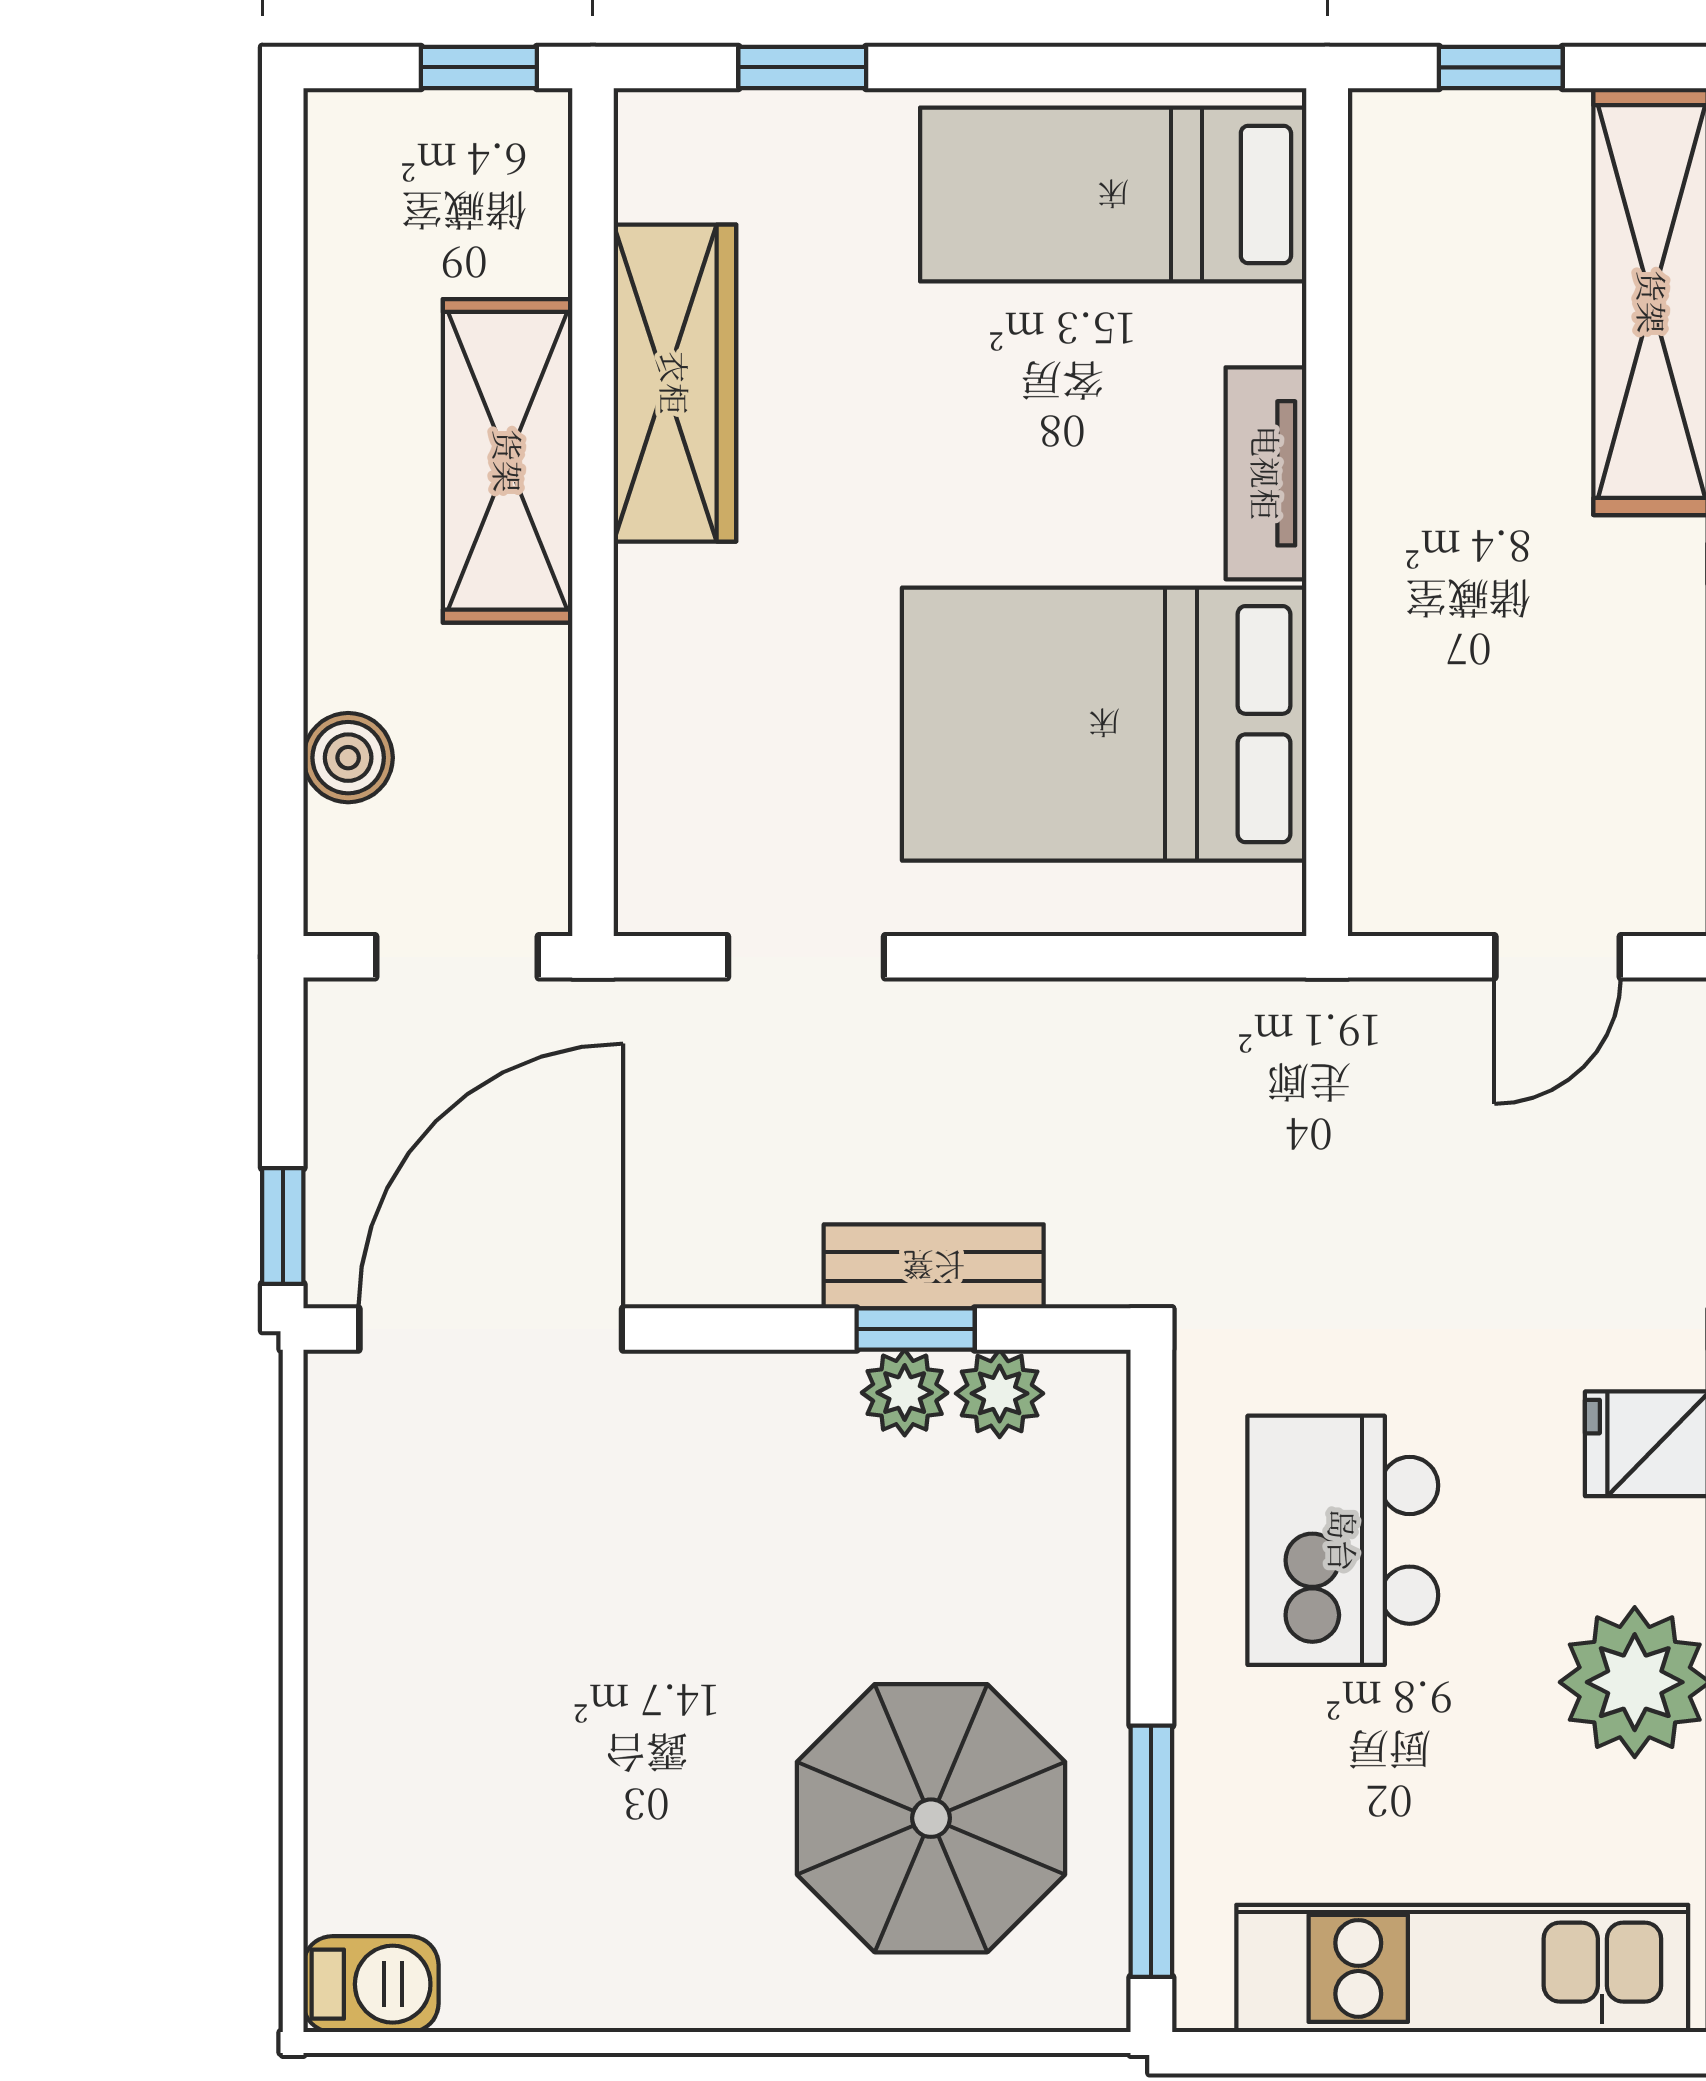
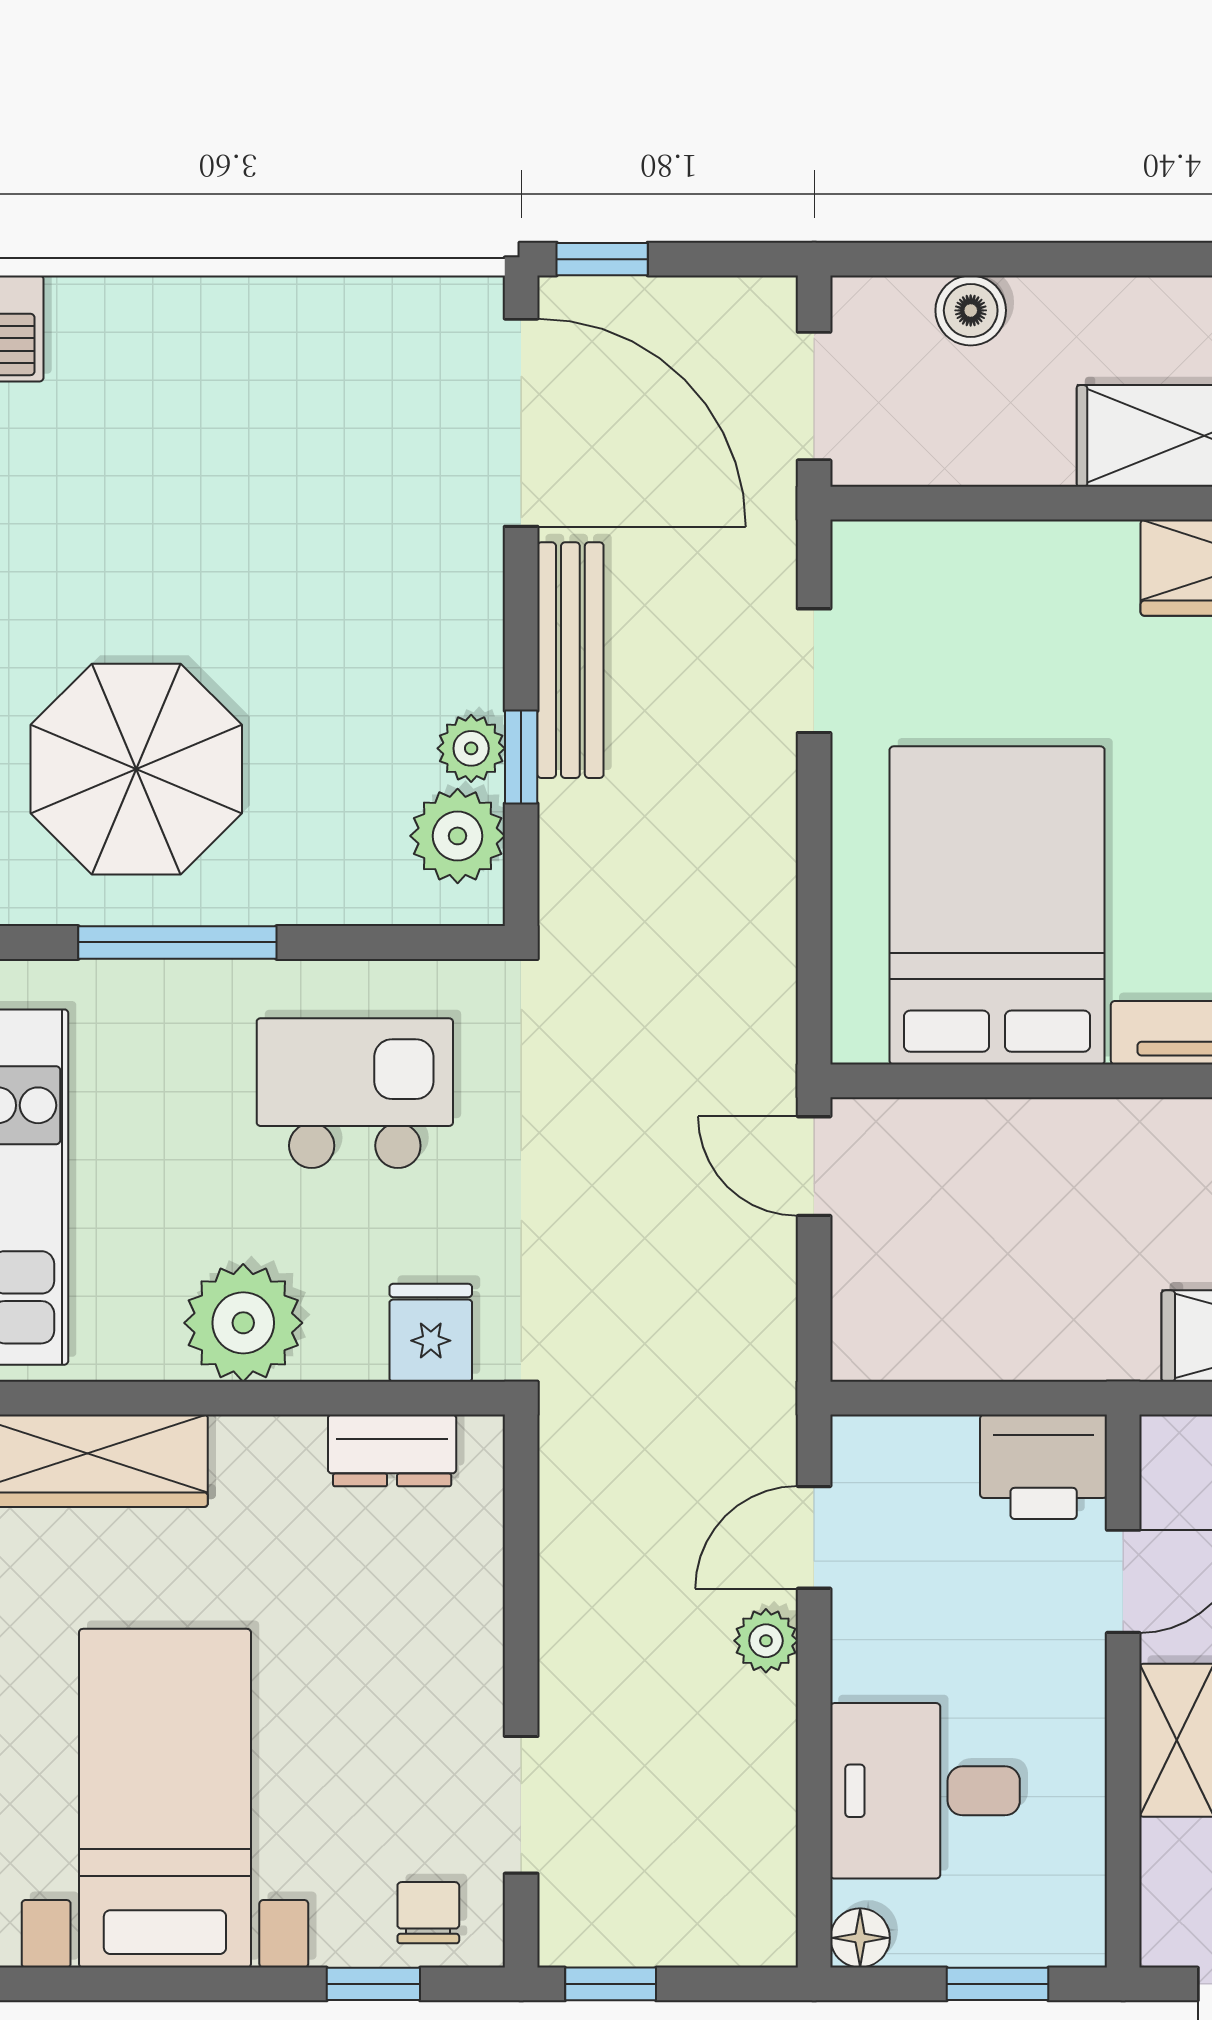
door: (1558, 957) -> (814, 1166), moved
bench: (934, 1266) -> (570, 660), moved, width x1.36
plant: (1000, 1393) -> (458, 836), width x1.38, depth x1.38
window: (1151, 1851) -> (177, 942), moved

